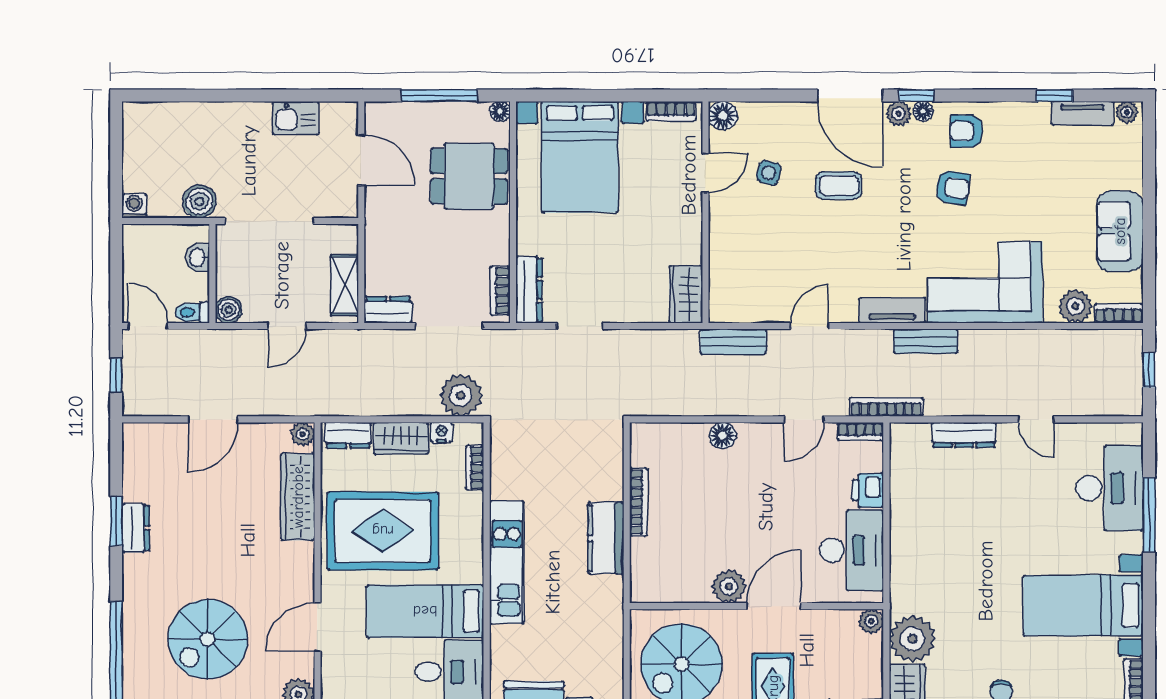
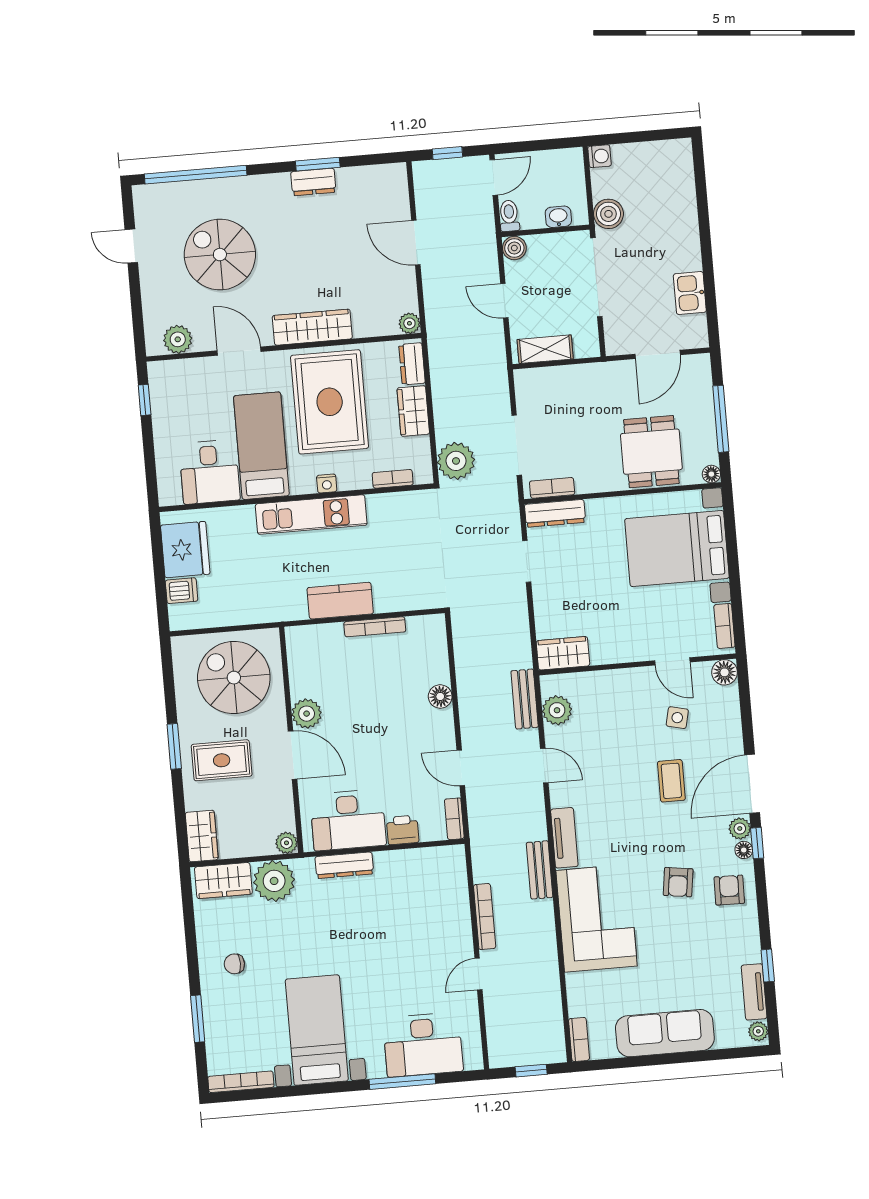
sofa: (1120, 231) -> (665, 1033), width x1.36
plant: (1075, 306) -> (557, 710), moved
dresser: (388, 310) -> (527, 390), removed
bookcase: (886, 407) -> (485, 917), moved
nightstand: (441, 432) -> (327, 484), moved, turned 90
dresser: (964, 435) -> (344, 865), moved, turned -90
wardrobe: (298, 497) -> (312, 327), moved

